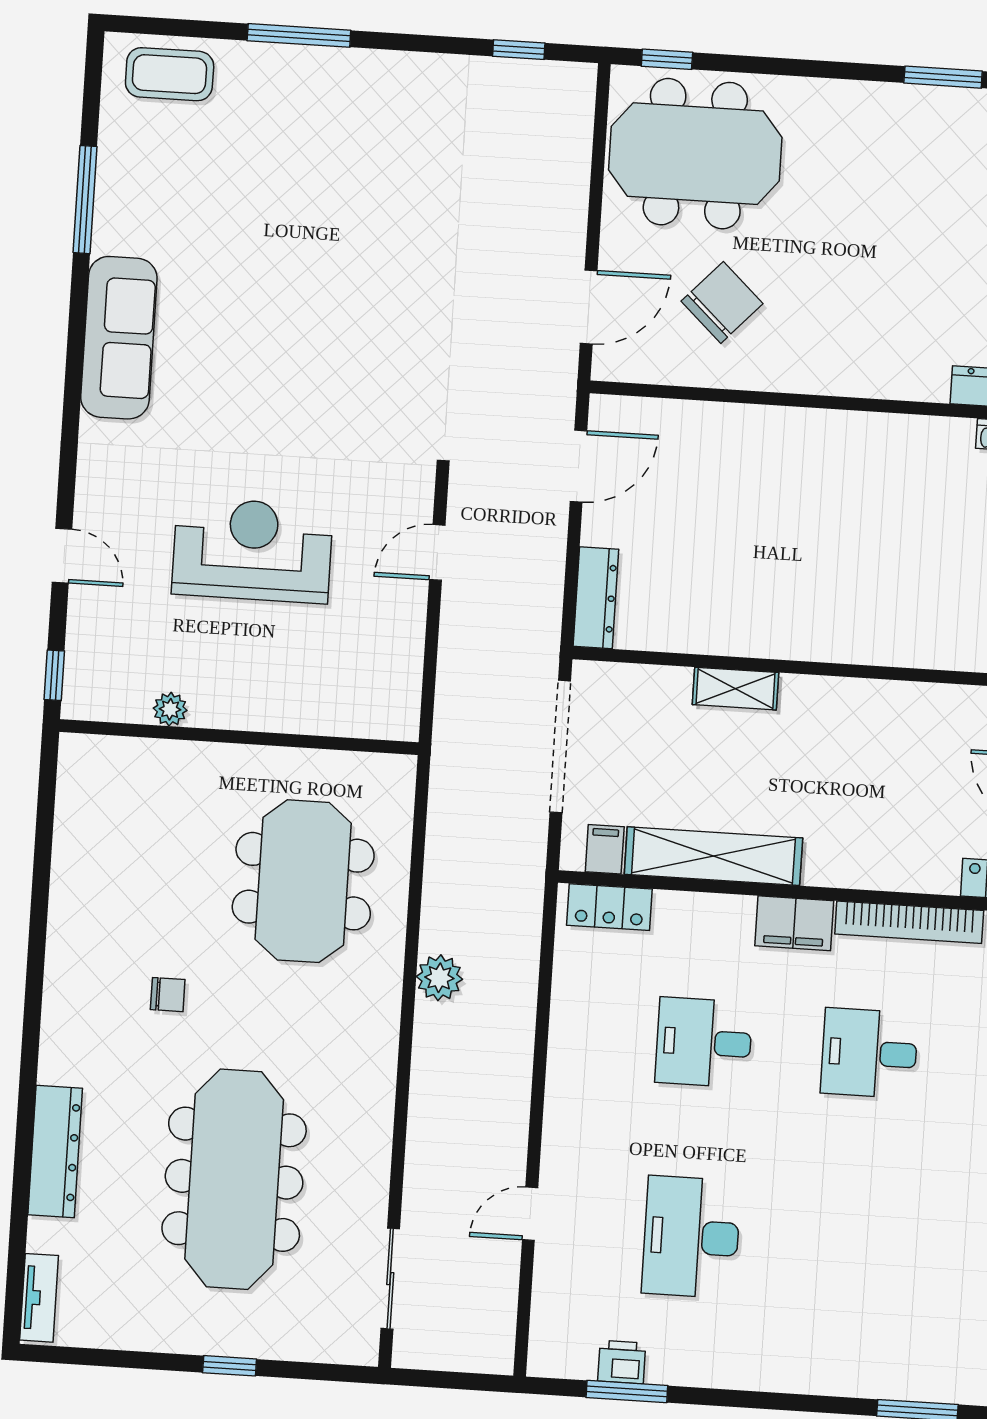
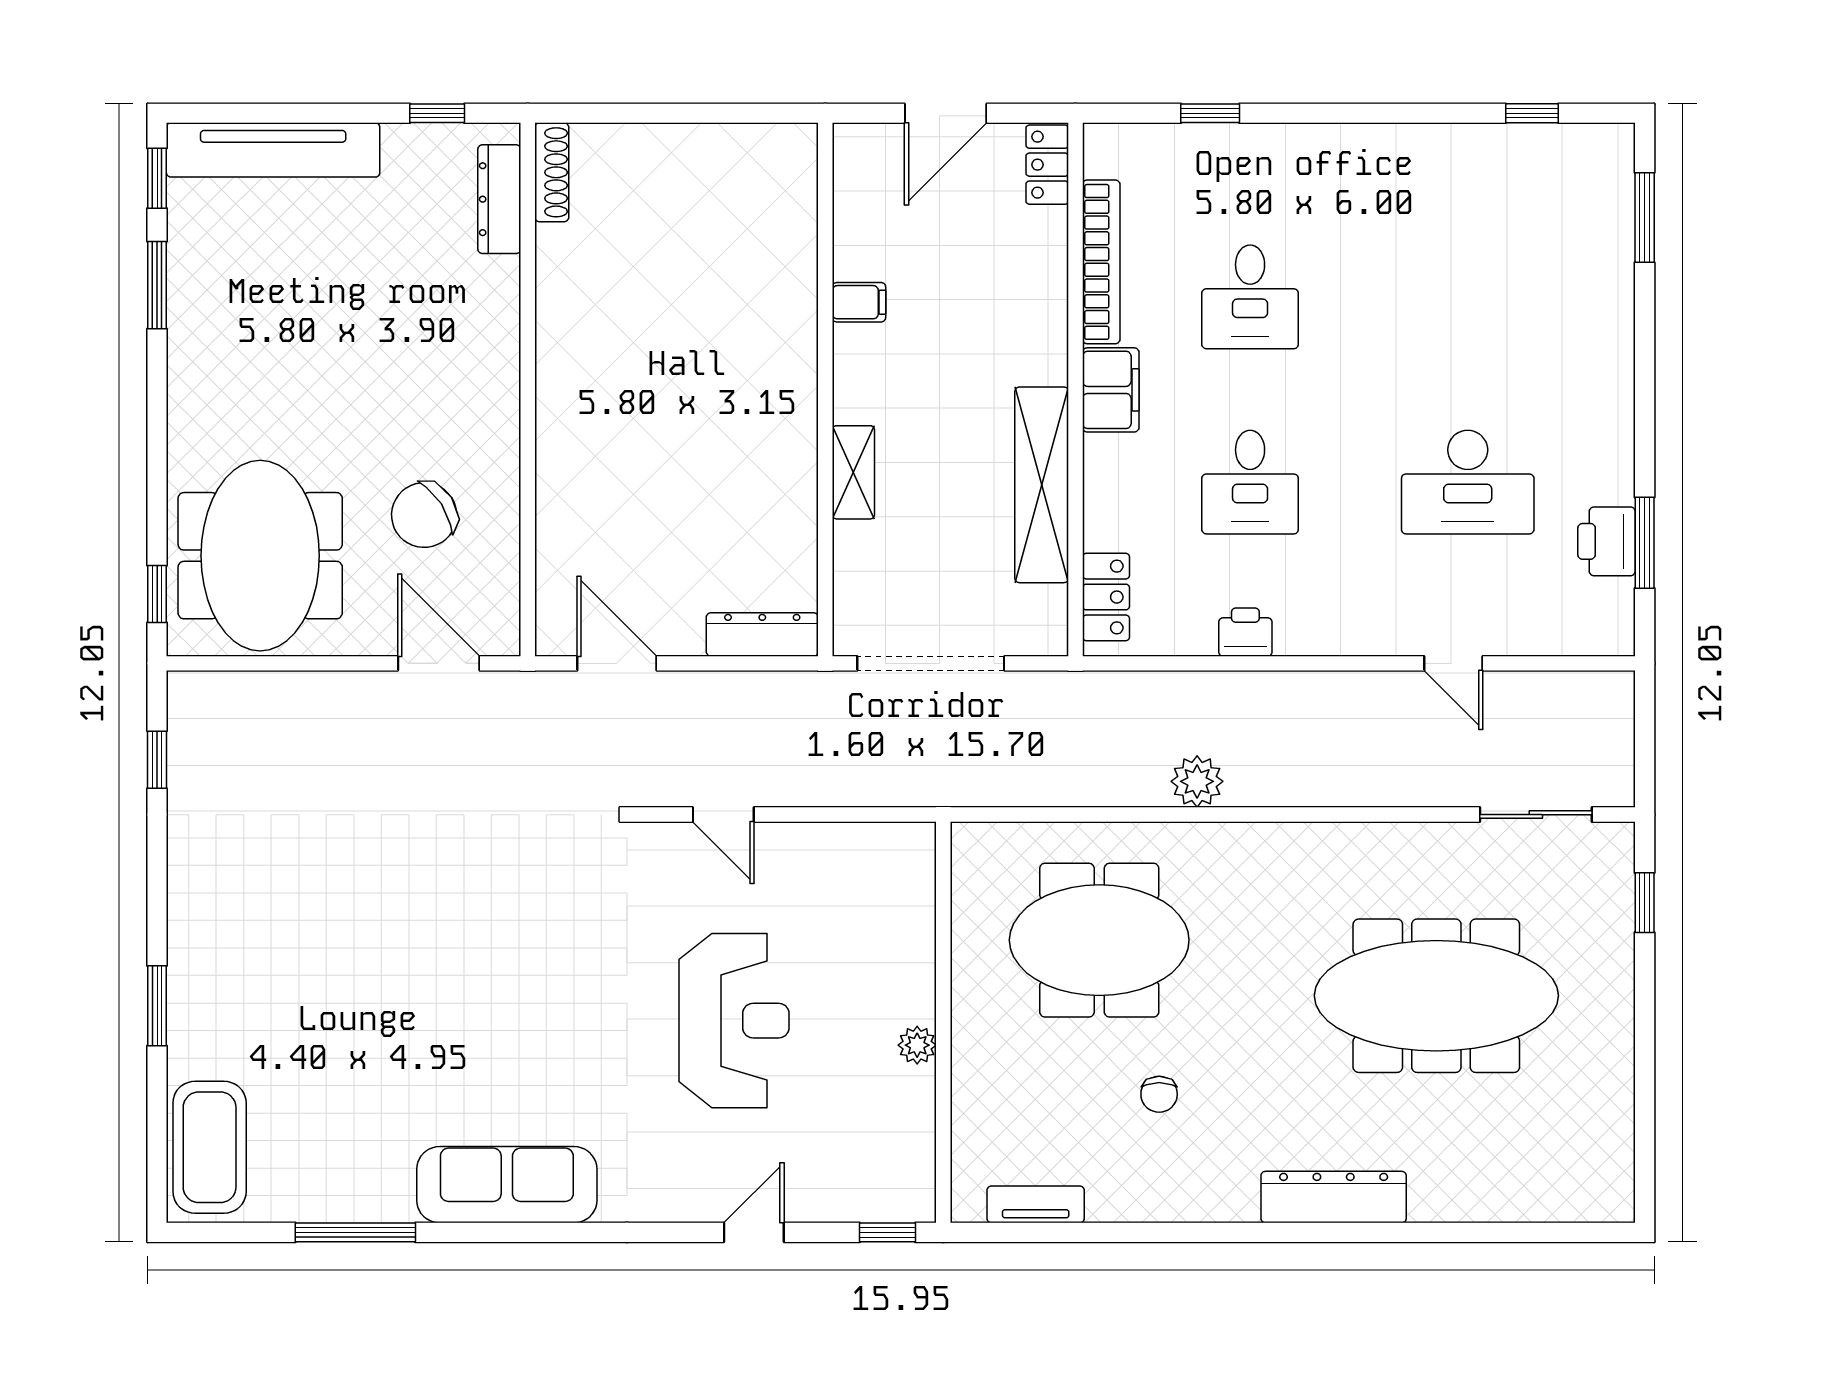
window: (299, 35) -> (157, 1006), width x0.69
coffee table: (170, 74) -> (210, 1147), width x1.36, depth x1.32
chair: (722, 302) -> (424, 515), turned -76
reception desk: (252, 550) -> (734, 1021), turned 180
plant: (170, 709) -> (917, 1045), moved
filing cabinet: (605, 849) -> (859, 302), moved, turned 180
chair: (168, 995) -> (1159, 1094), moved, turned 180
printer: (570, 1030) -> (1245, 632), added
dresser: (55, 1152) -> (1334, 1197), moved
tv unit: (39, 1298) -> (1036, 1204), moved
printer: (622, 1362) -> (1607, 541), width x1.36, depth x1.24
window: (230, 1366) -> (1645, 903), moved

